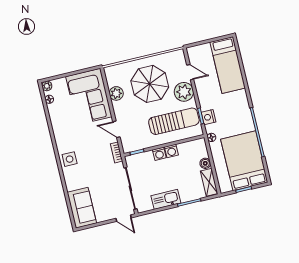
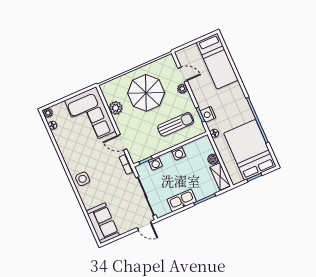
plant: (184, 92) -> (182, 89), width x0.53, depth x0.53
sun lounger: (174, 121) -> (176, 124), width x0.73, depth x0.75
washing machine: (159, 154) -> (155, 163), moved

